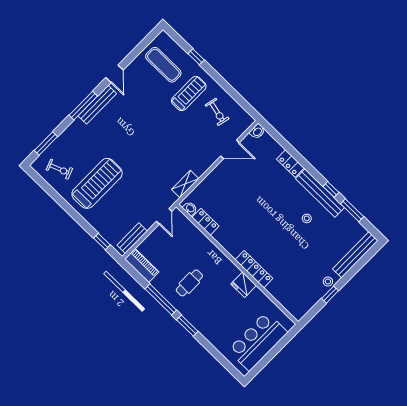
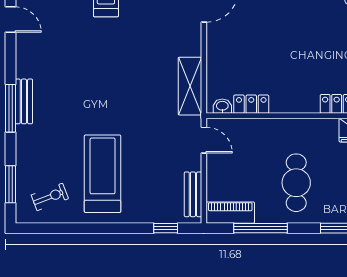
door: (114, 74) -> (11, 20), moved
bench: (97, 105) -> (24, 101), width x0.73
shelving: (185, 184) -> (190, 86), width x1.50, depth x1.33
cafe table: (189, 283) -> (296, 183), width x1.37, depth x1.35
window: (161, 299) -> (261, 228), moved

